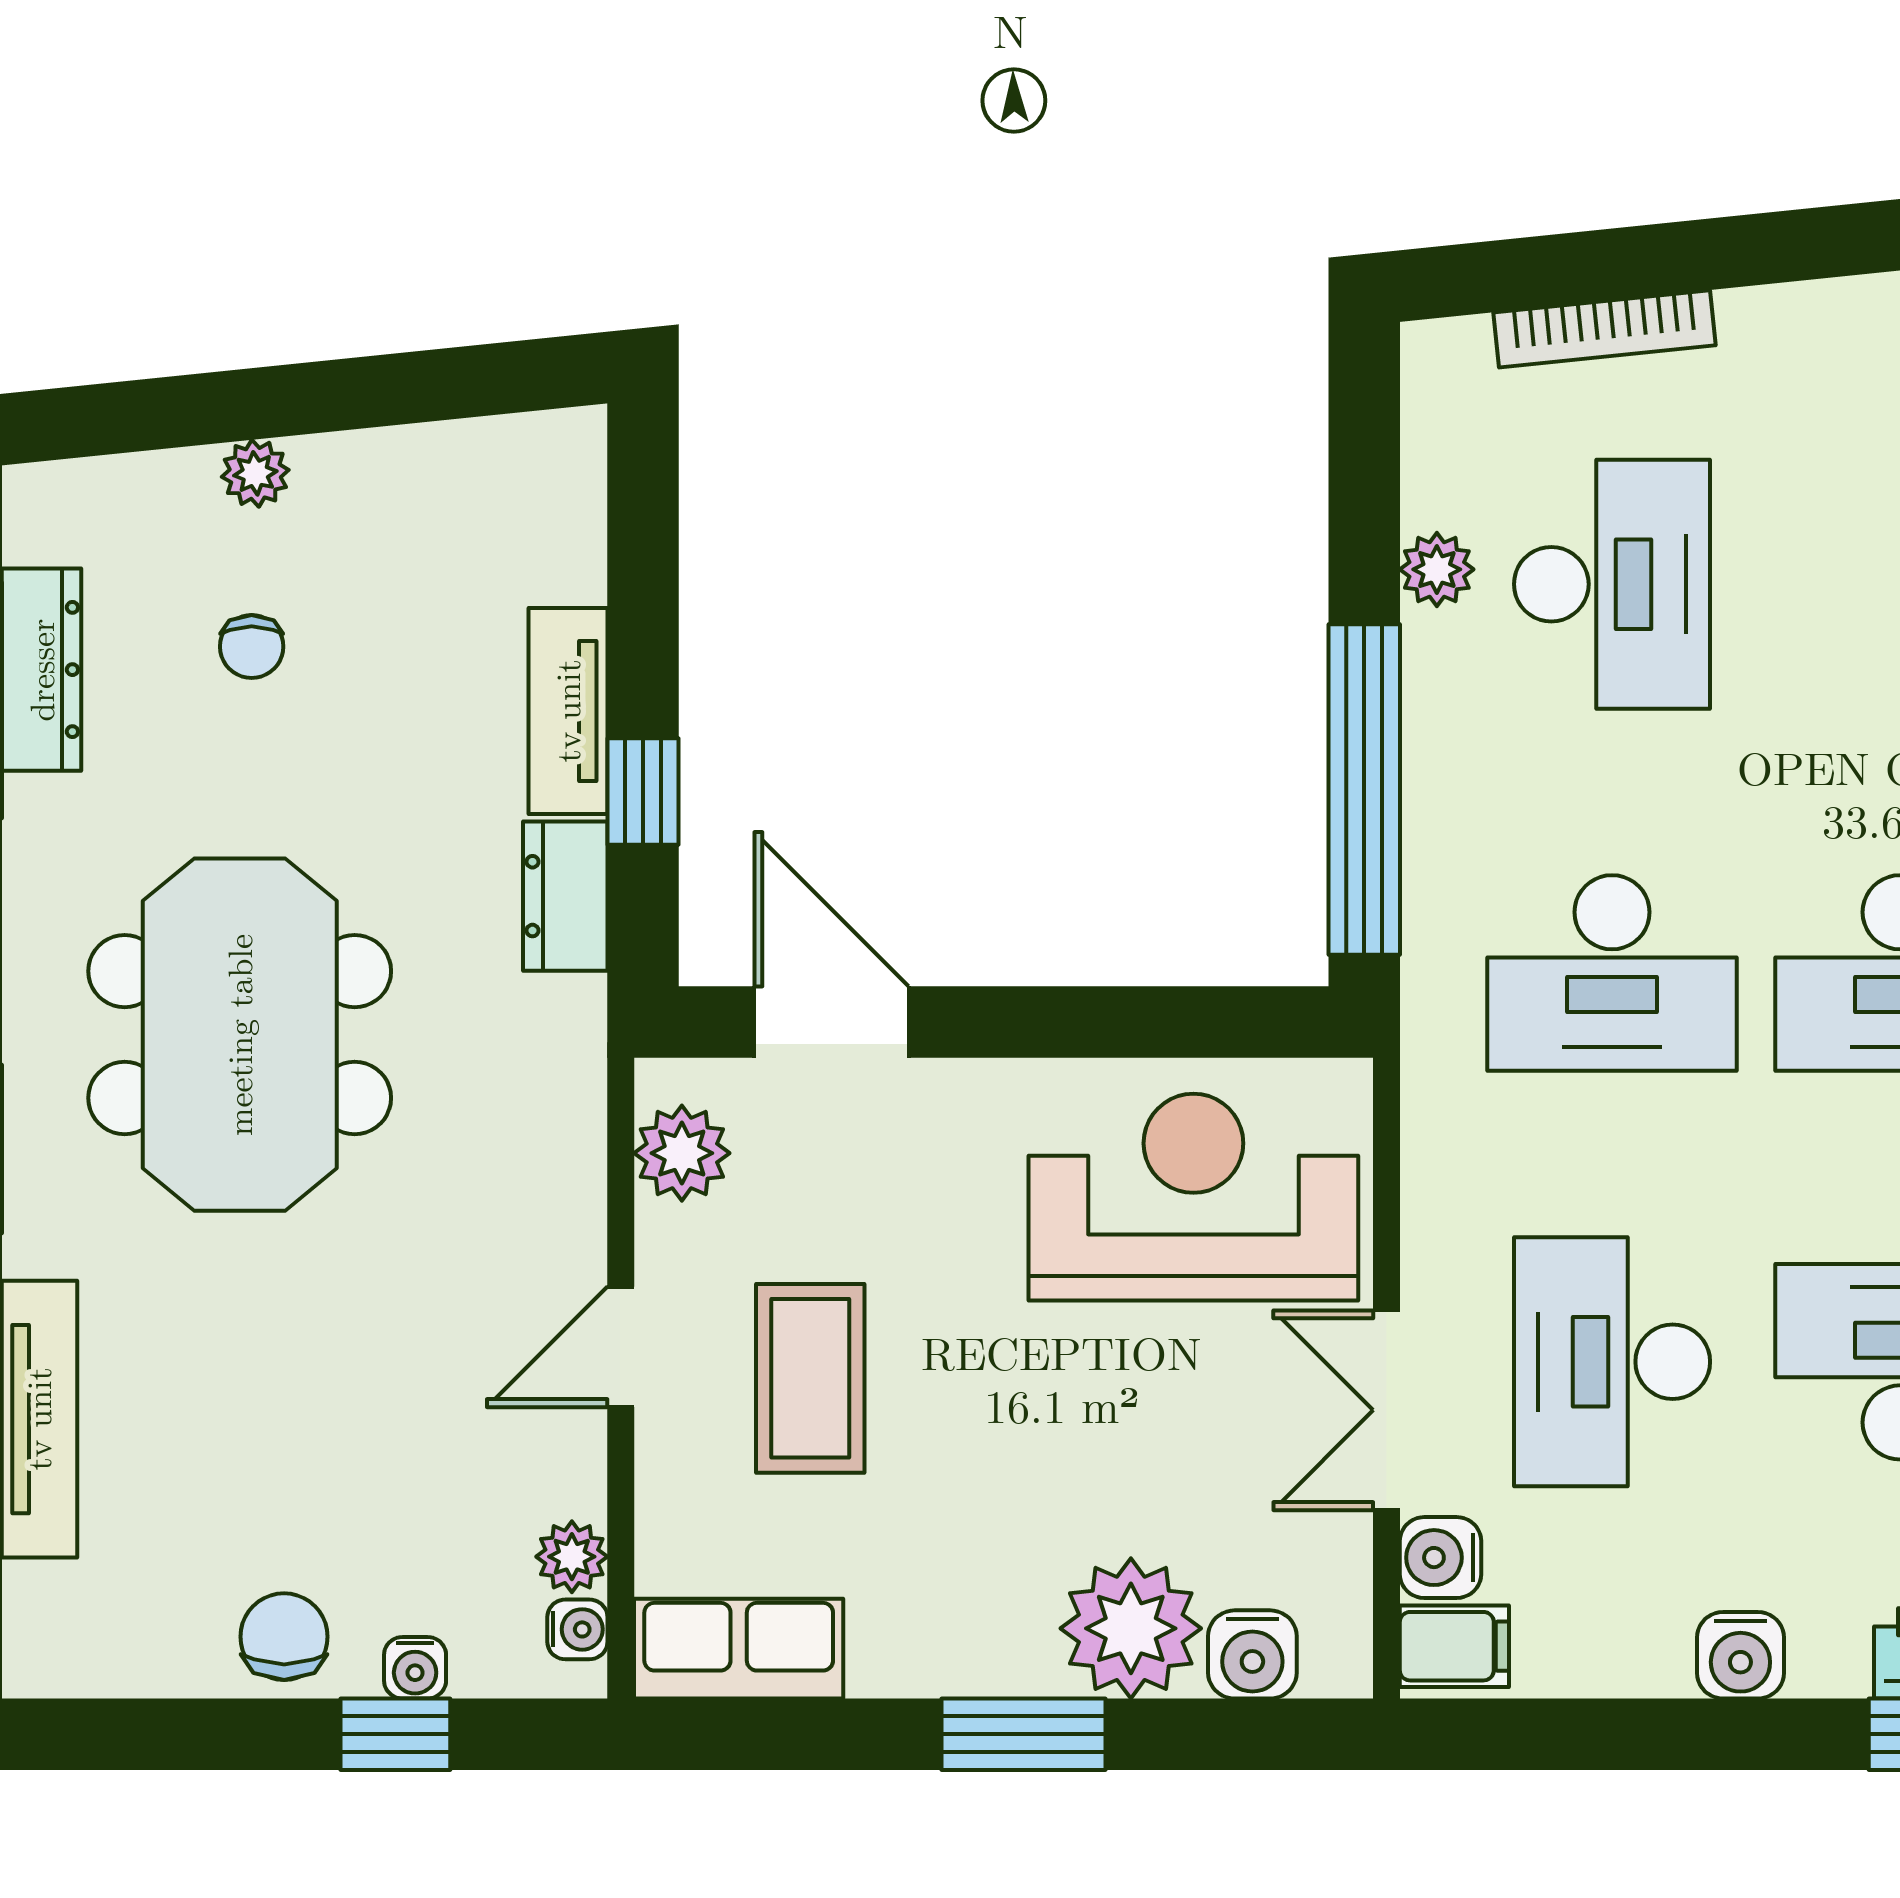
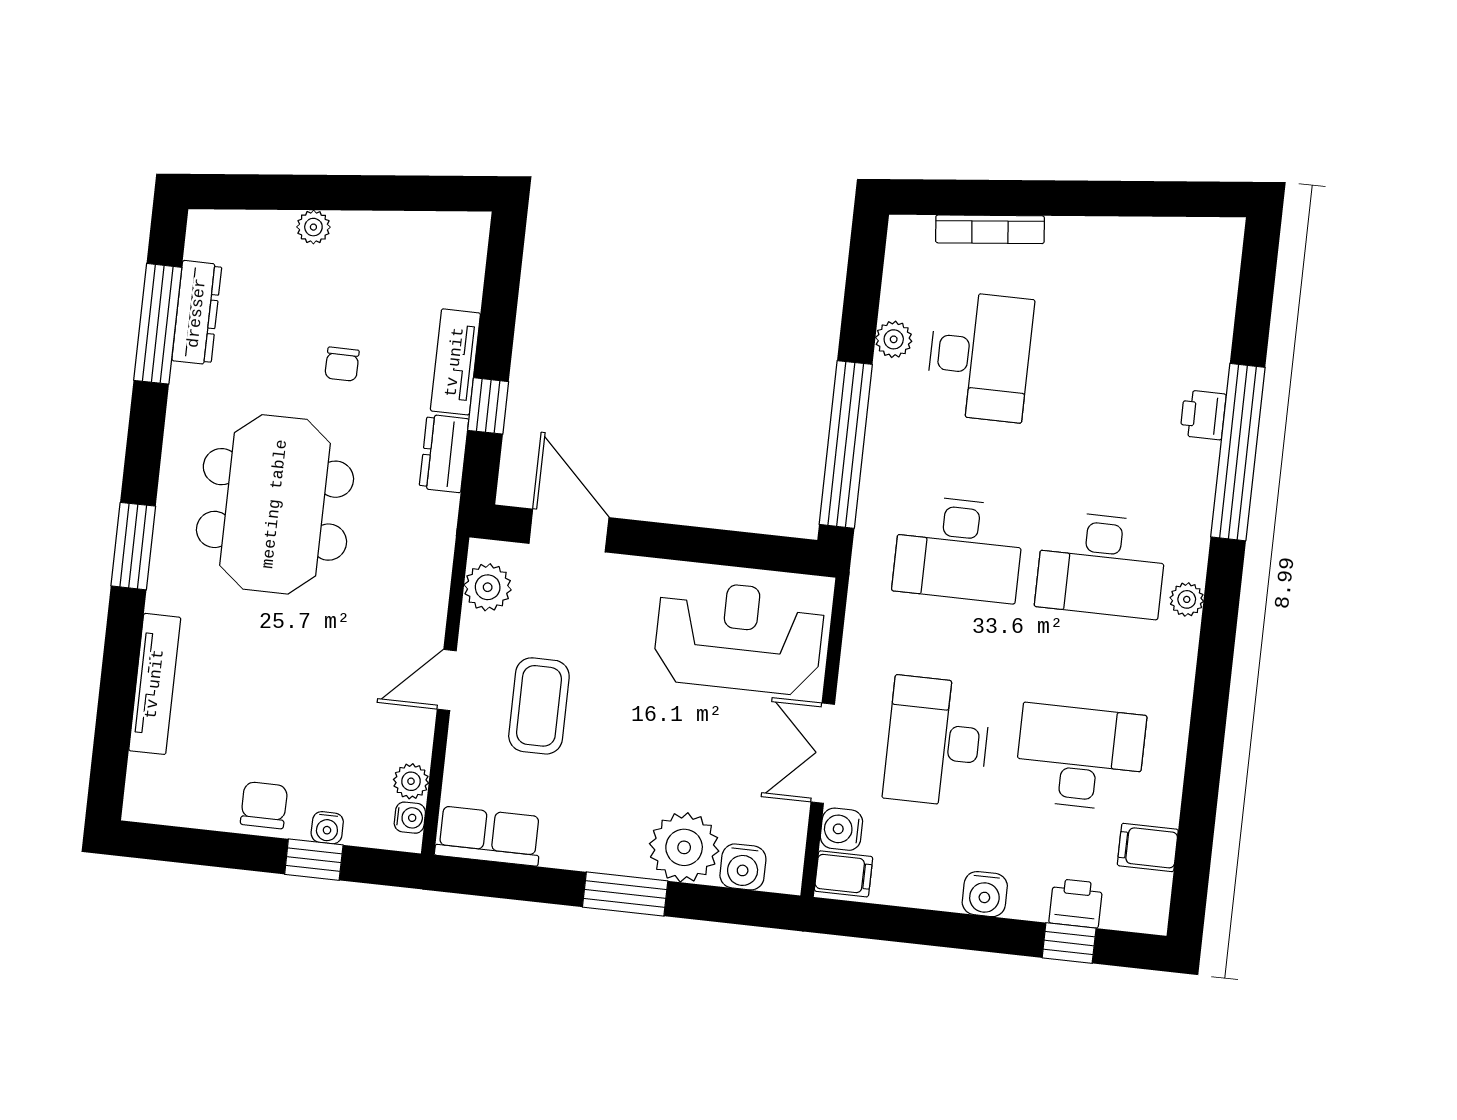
chair: (252, 647) -> (342, 364), moved

